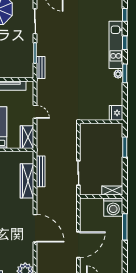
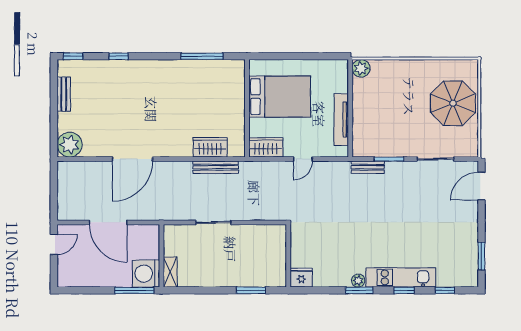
wardrobe: (27, 181) -> (210, 147), width x0.67
shelving: (112, 191) -> (170, 272), moved
wall: (101, 196) -> (161, 256), moved
washing machine: (113, 207) -> (146, 274), moved

